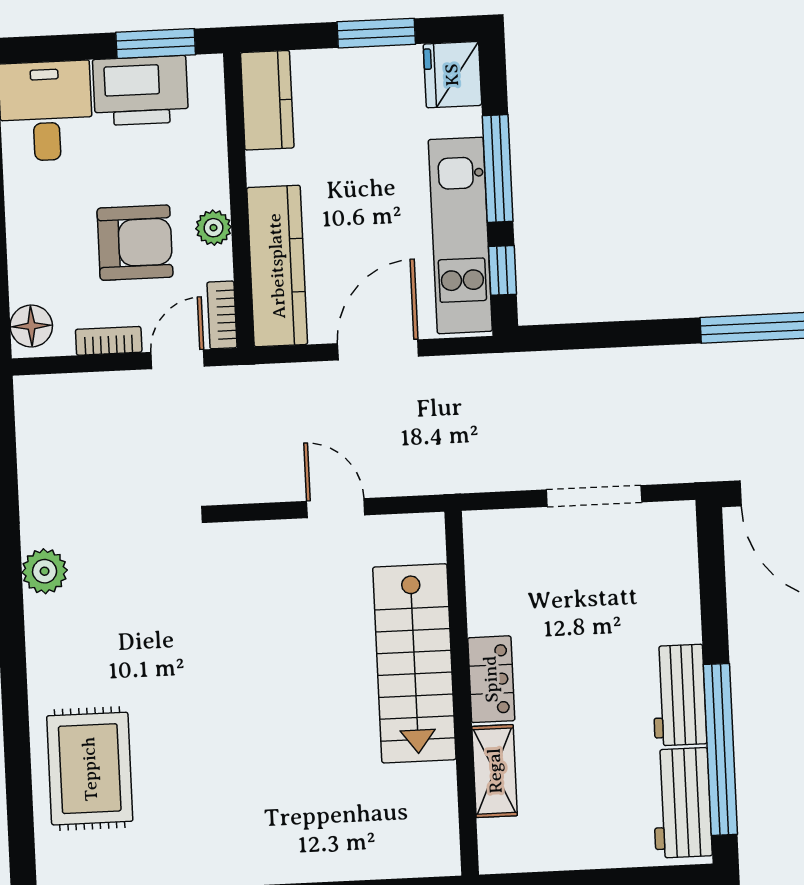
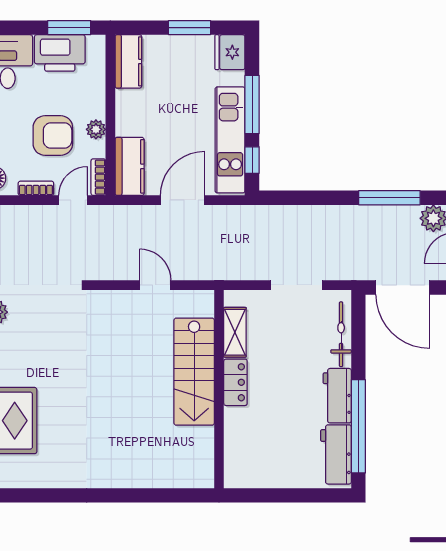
kitchen counter: (277, 266) -> (130, 166), width x0.67
bicycle: (681, 582) -> (341, 334), added
shelving: (495, 771) -> (235, 332), moved

